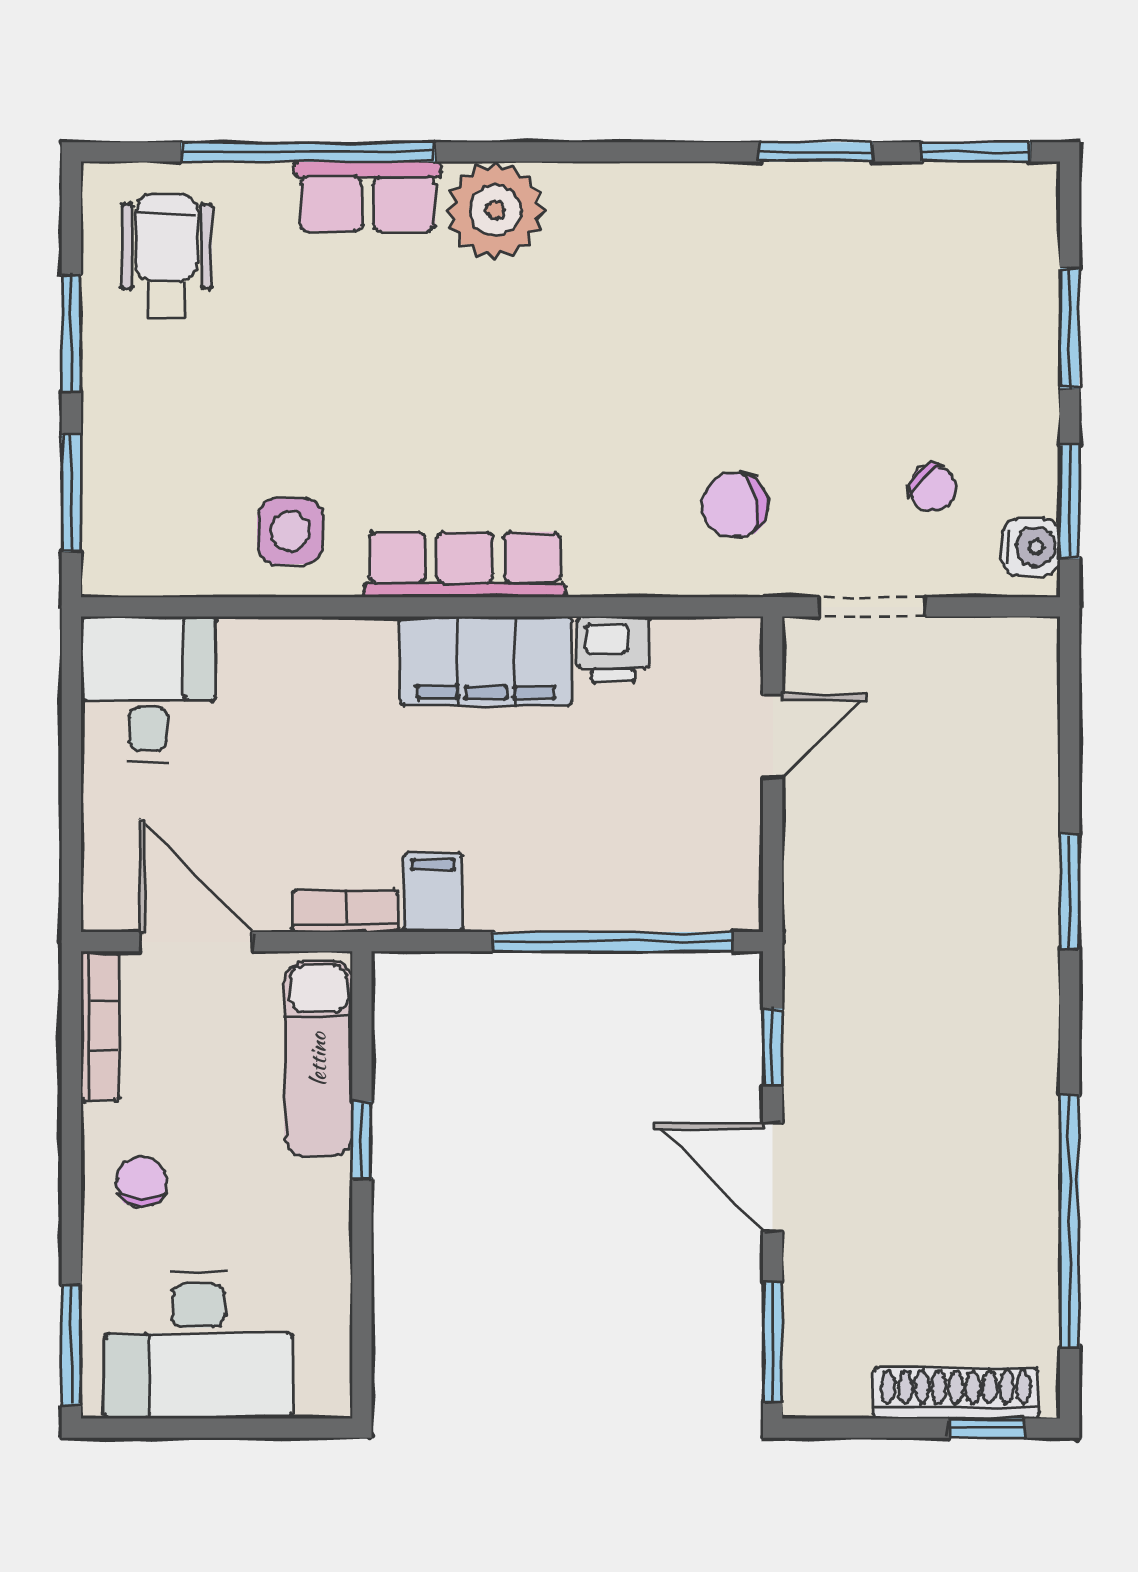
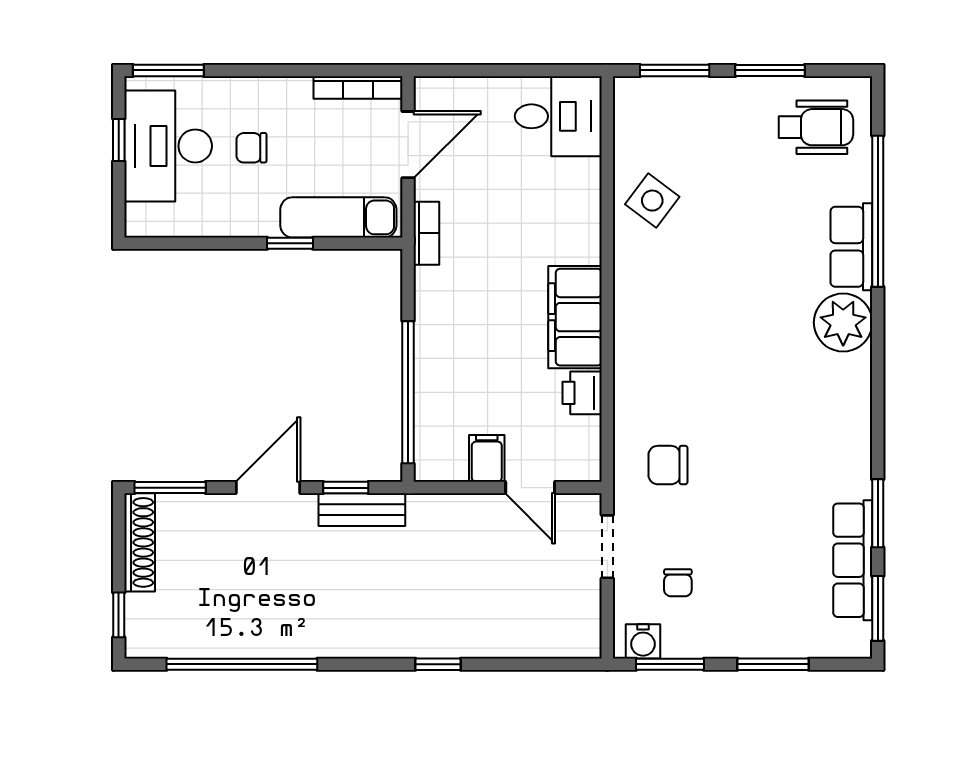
chair: (933, 488) -> (678, 583), turned -47
chair: (735, 505) -> (668, 465), turned -79
side table: (290, 531) -> (652, 201), turned 37
row of seats: (465, 565) -> (853, 560), moved, turned 180
window: (1070, 891) -> (438, 664), width x0.67
filing cabinet: (433, 893) -> (487, 458), moved, turned -90
bench: (810, 1019) -> (362, 510), added
chair: (142, 1182) -> (251, 148), moved, turned 180
shoe rack: (956, 1393) -> (140, 542), moved
window: (188, 1428) -> (119, 140), added

